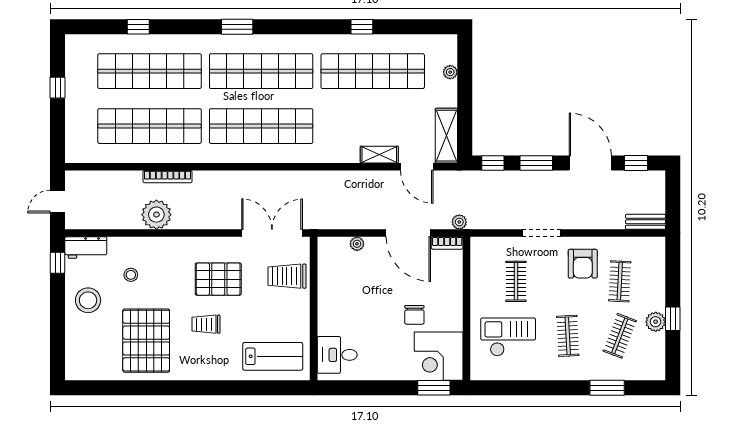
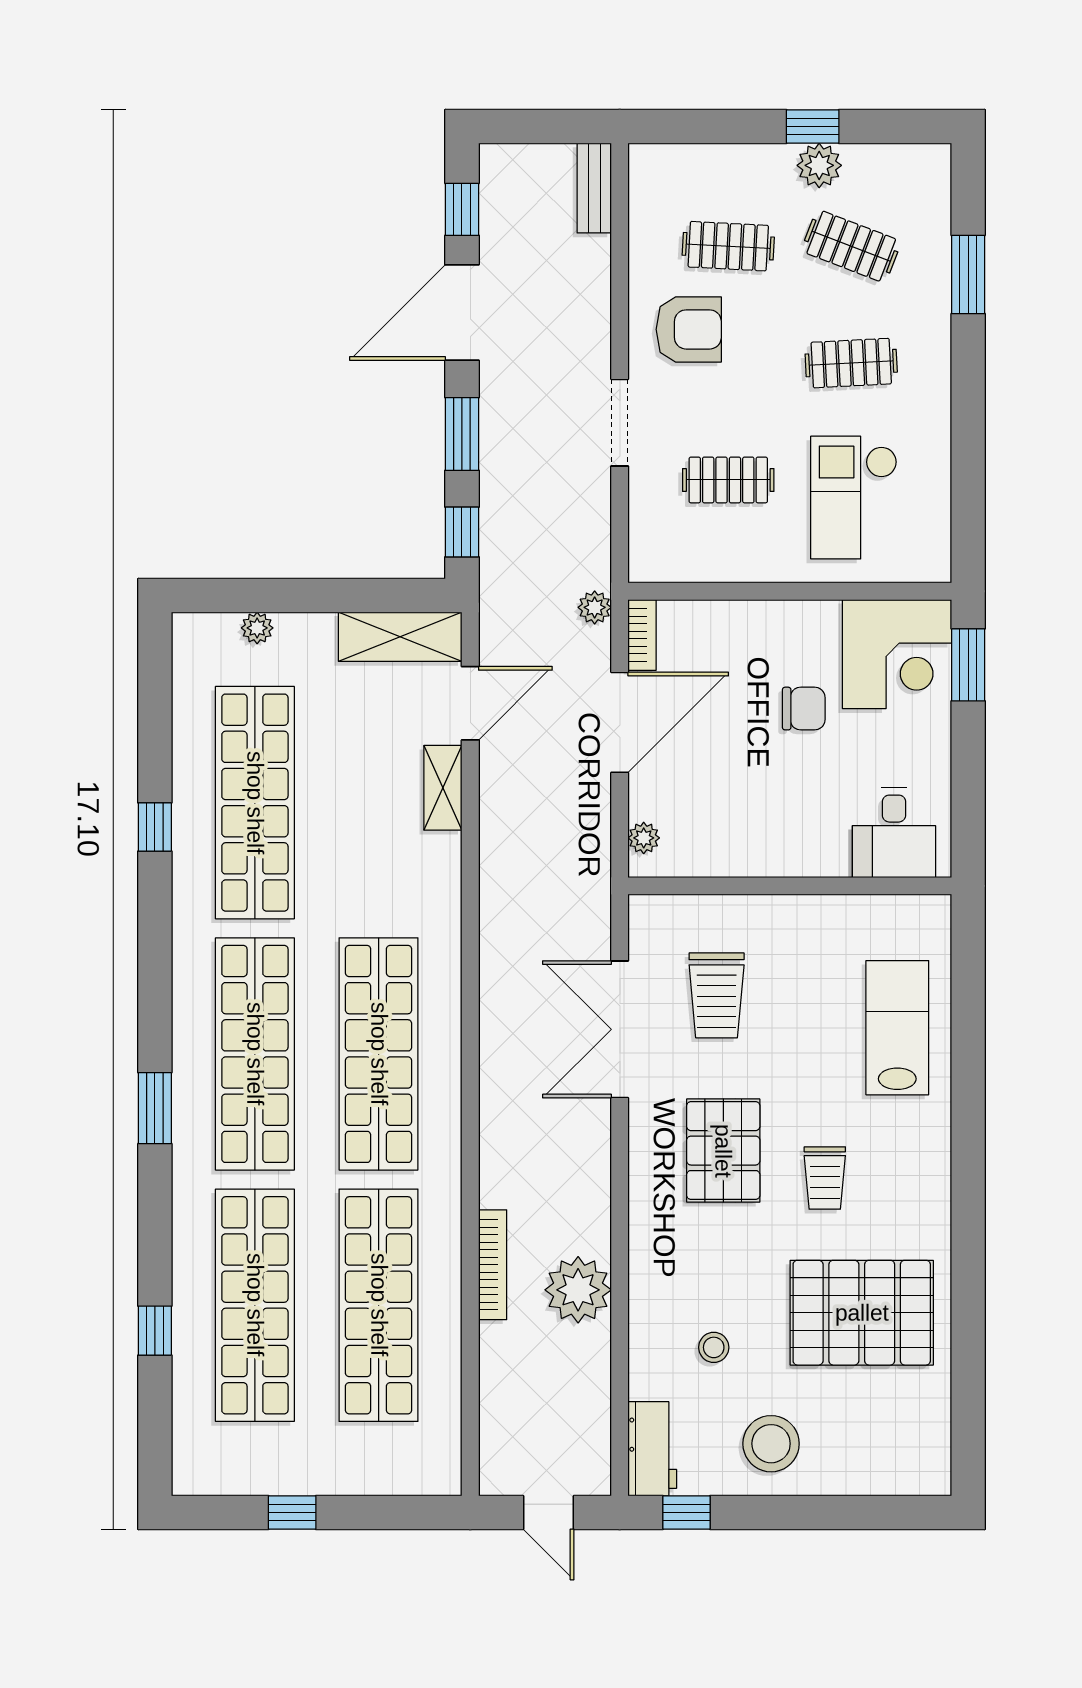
wall: (314, 309) -> (790, 886), moved
desk: (337, 355) -> (894, 833), moved

